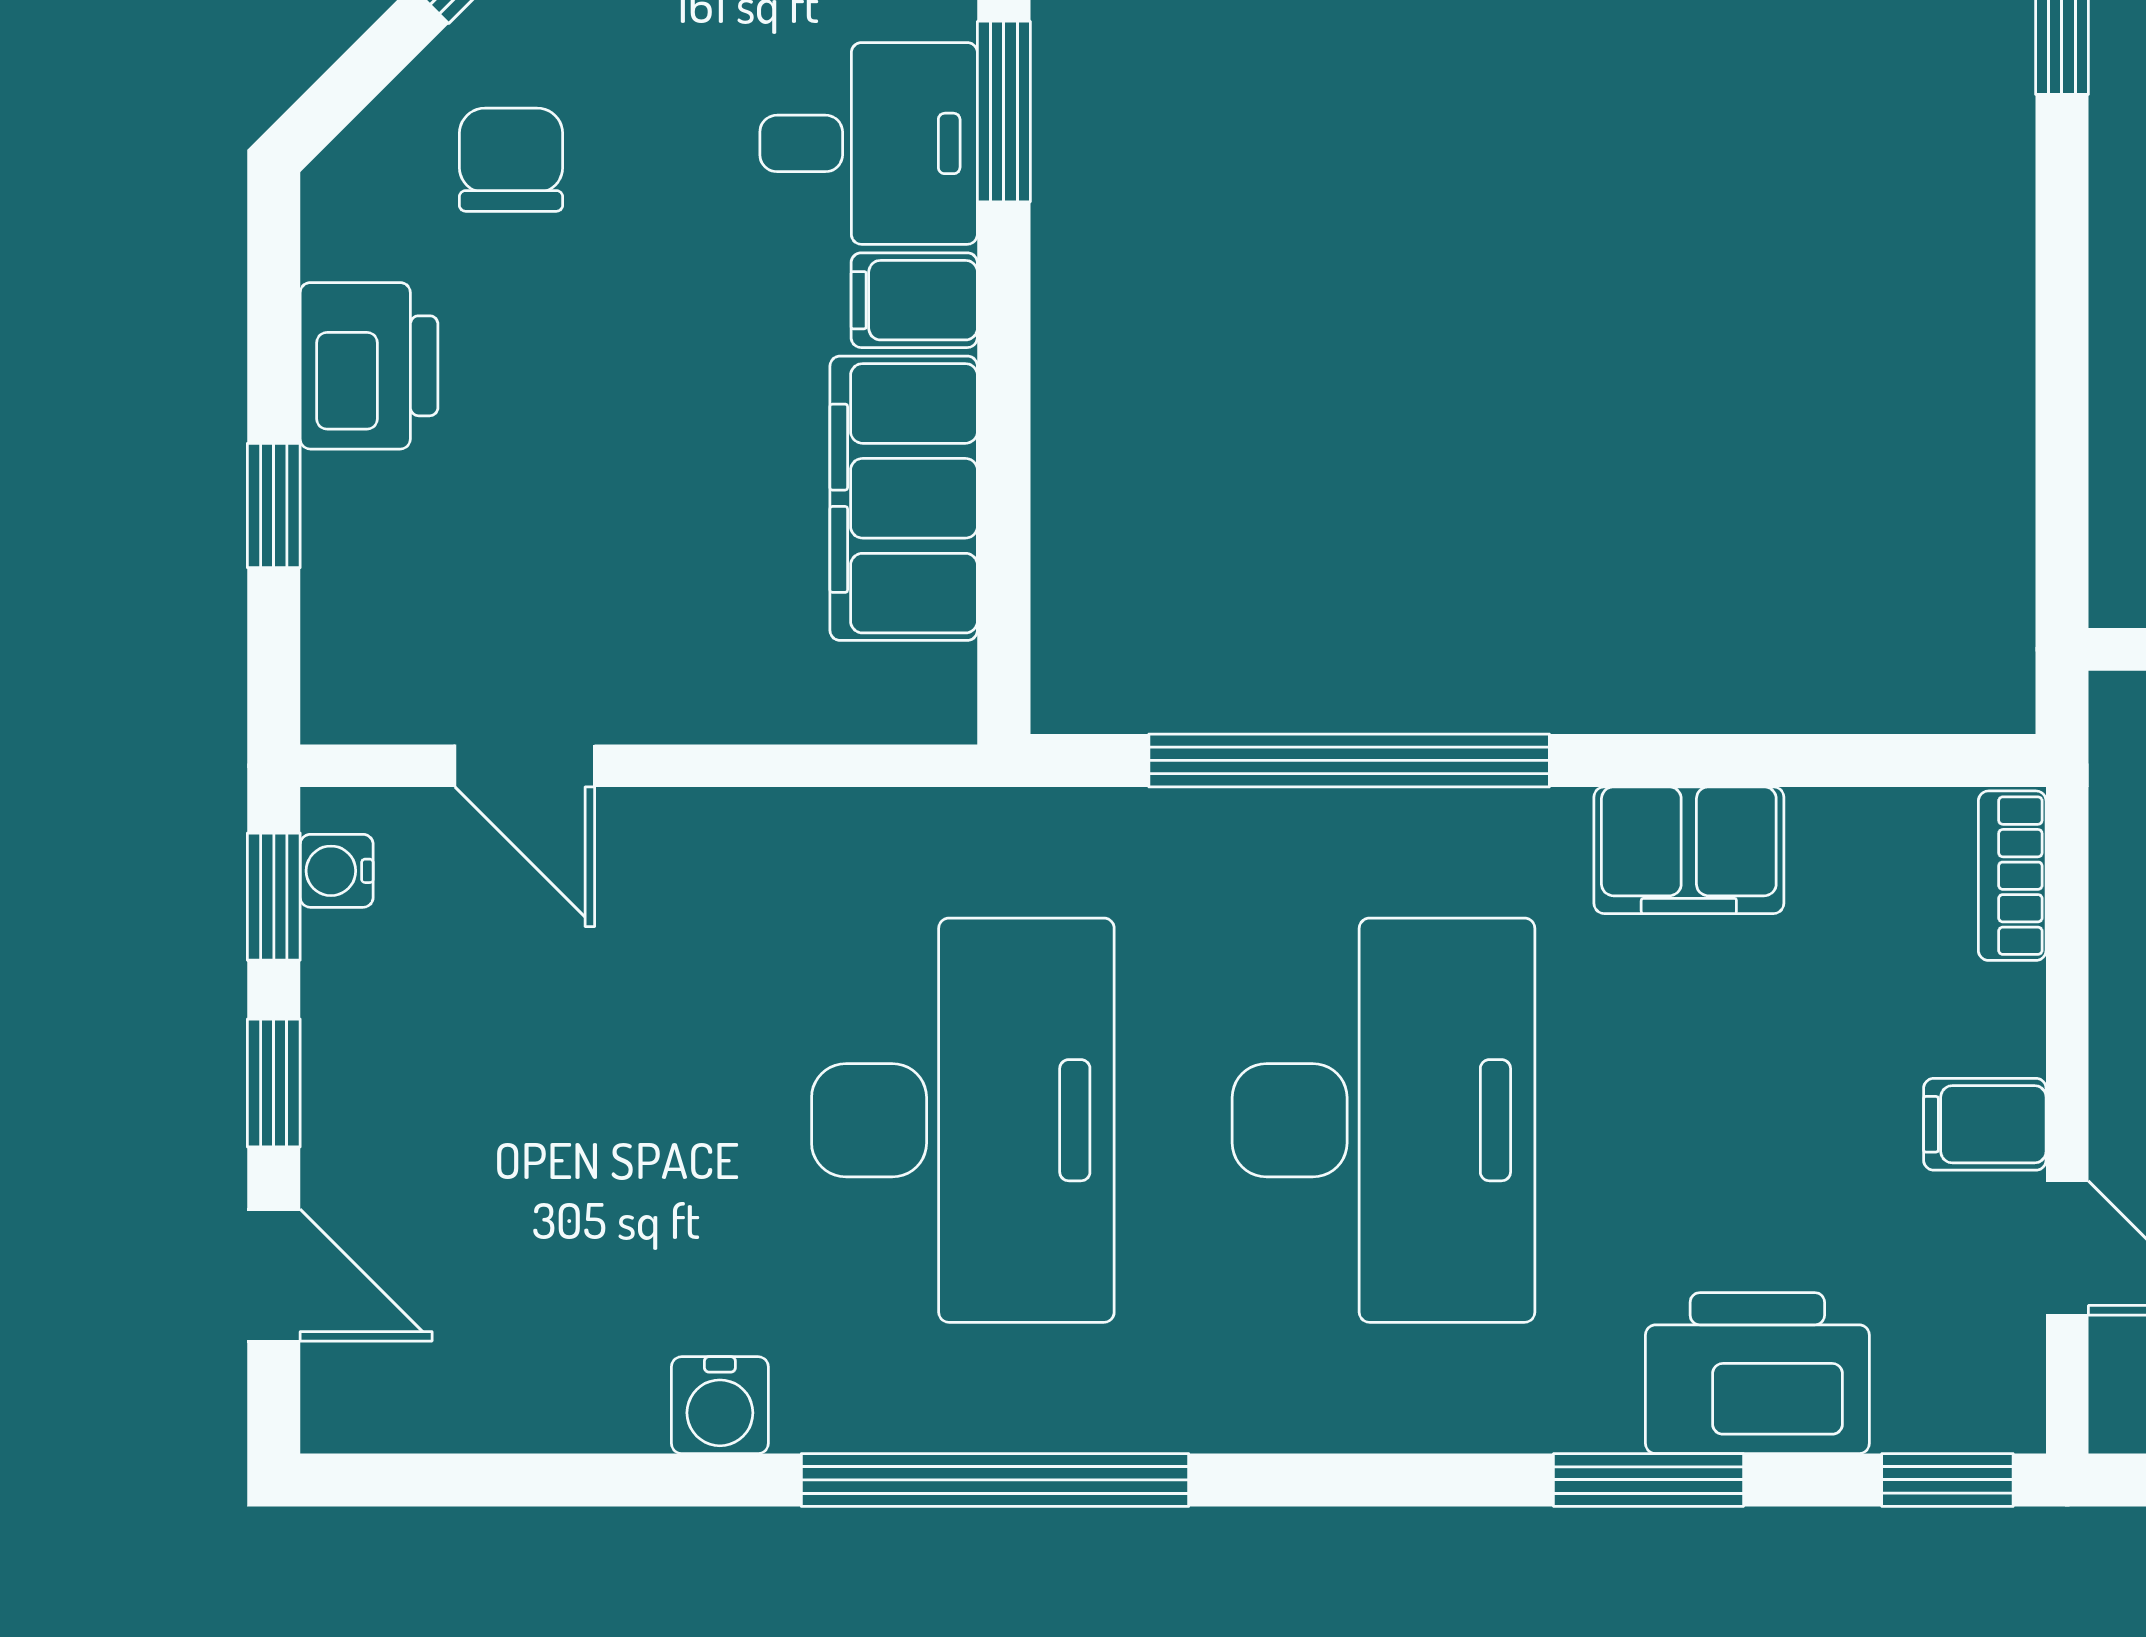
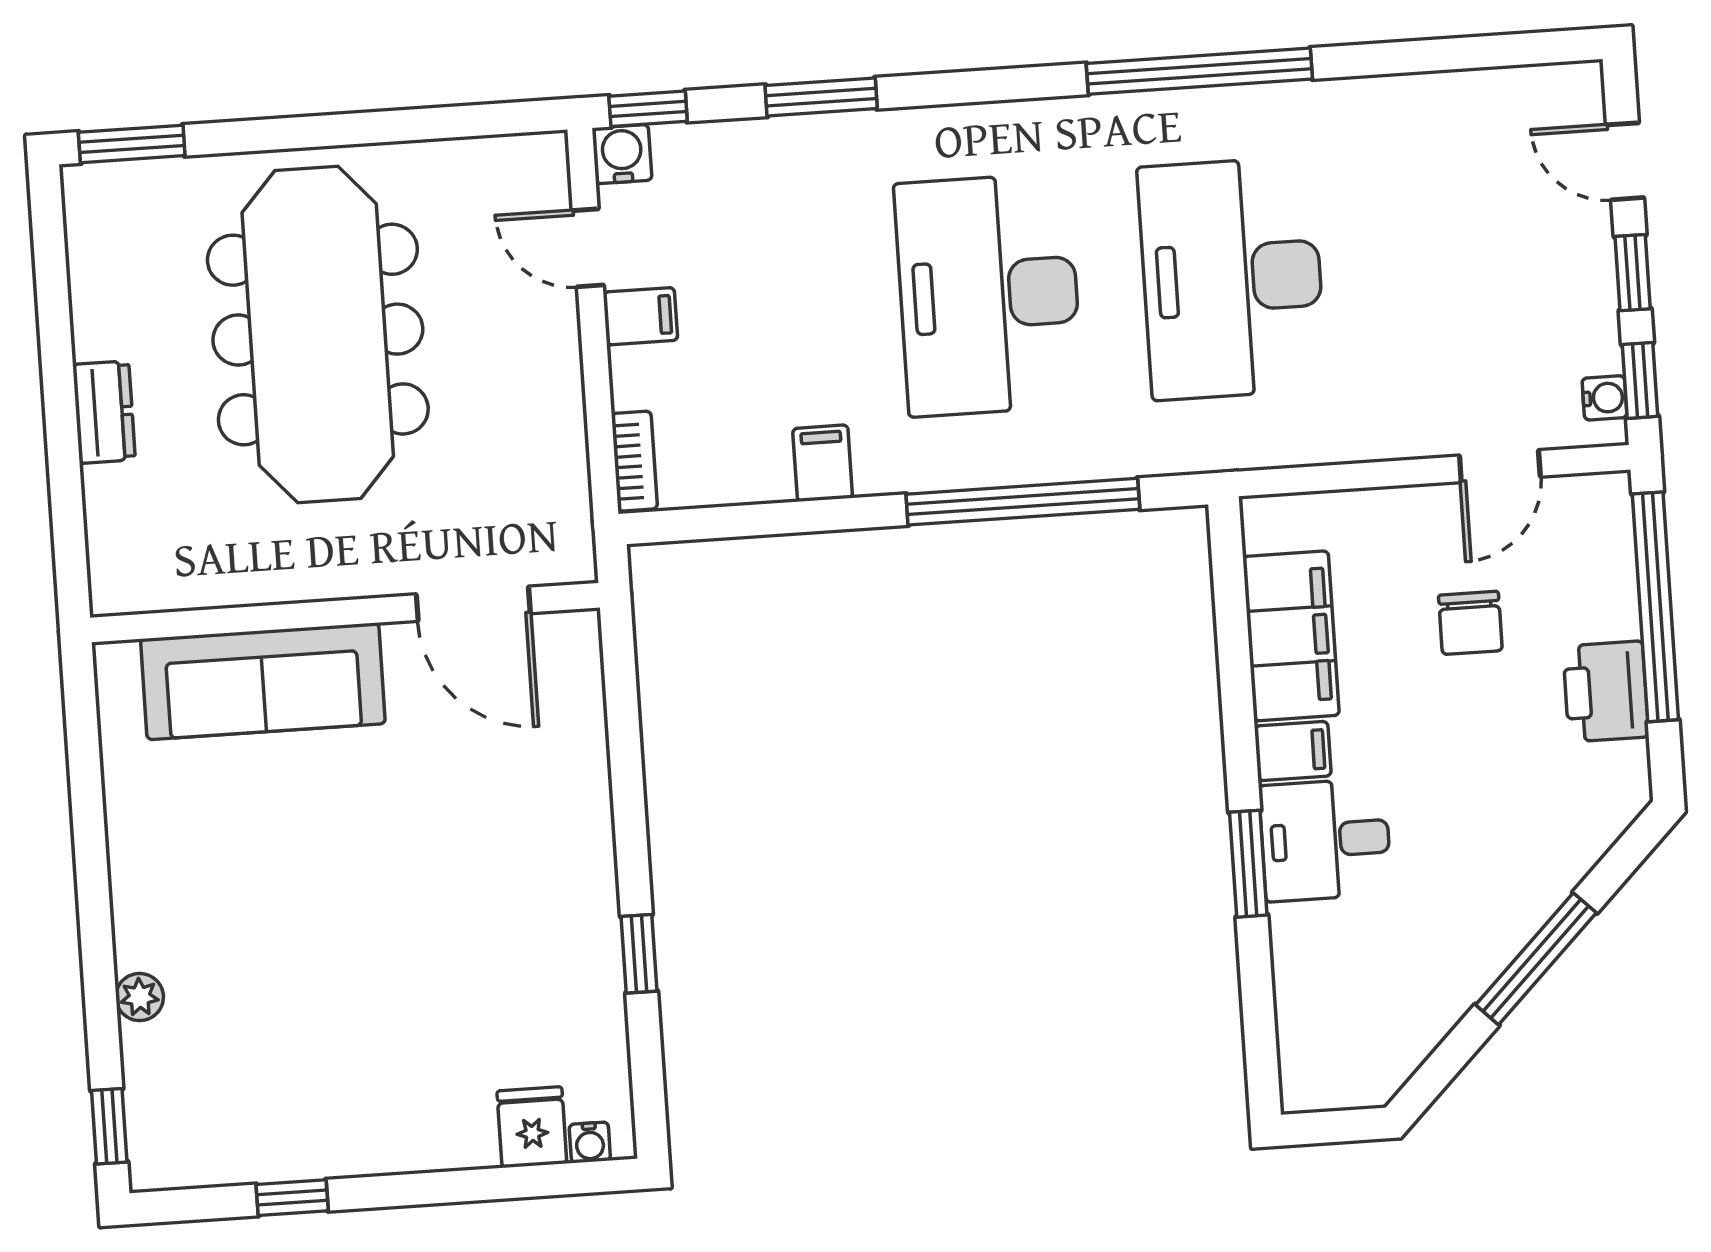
chair: (511, 160) -> (1470, 623), moved
window: (274, 506) -> (1655, 607), width x3.17
door: (525, 766) -> (1500, 466), swing flipped
filing cabinet: (1689, 850) -> (823, 463), width x0.50
printer: (1757, 1373) -> (762, 163), removed
water cooler: (720, 1405) -> (622, 154), moved

